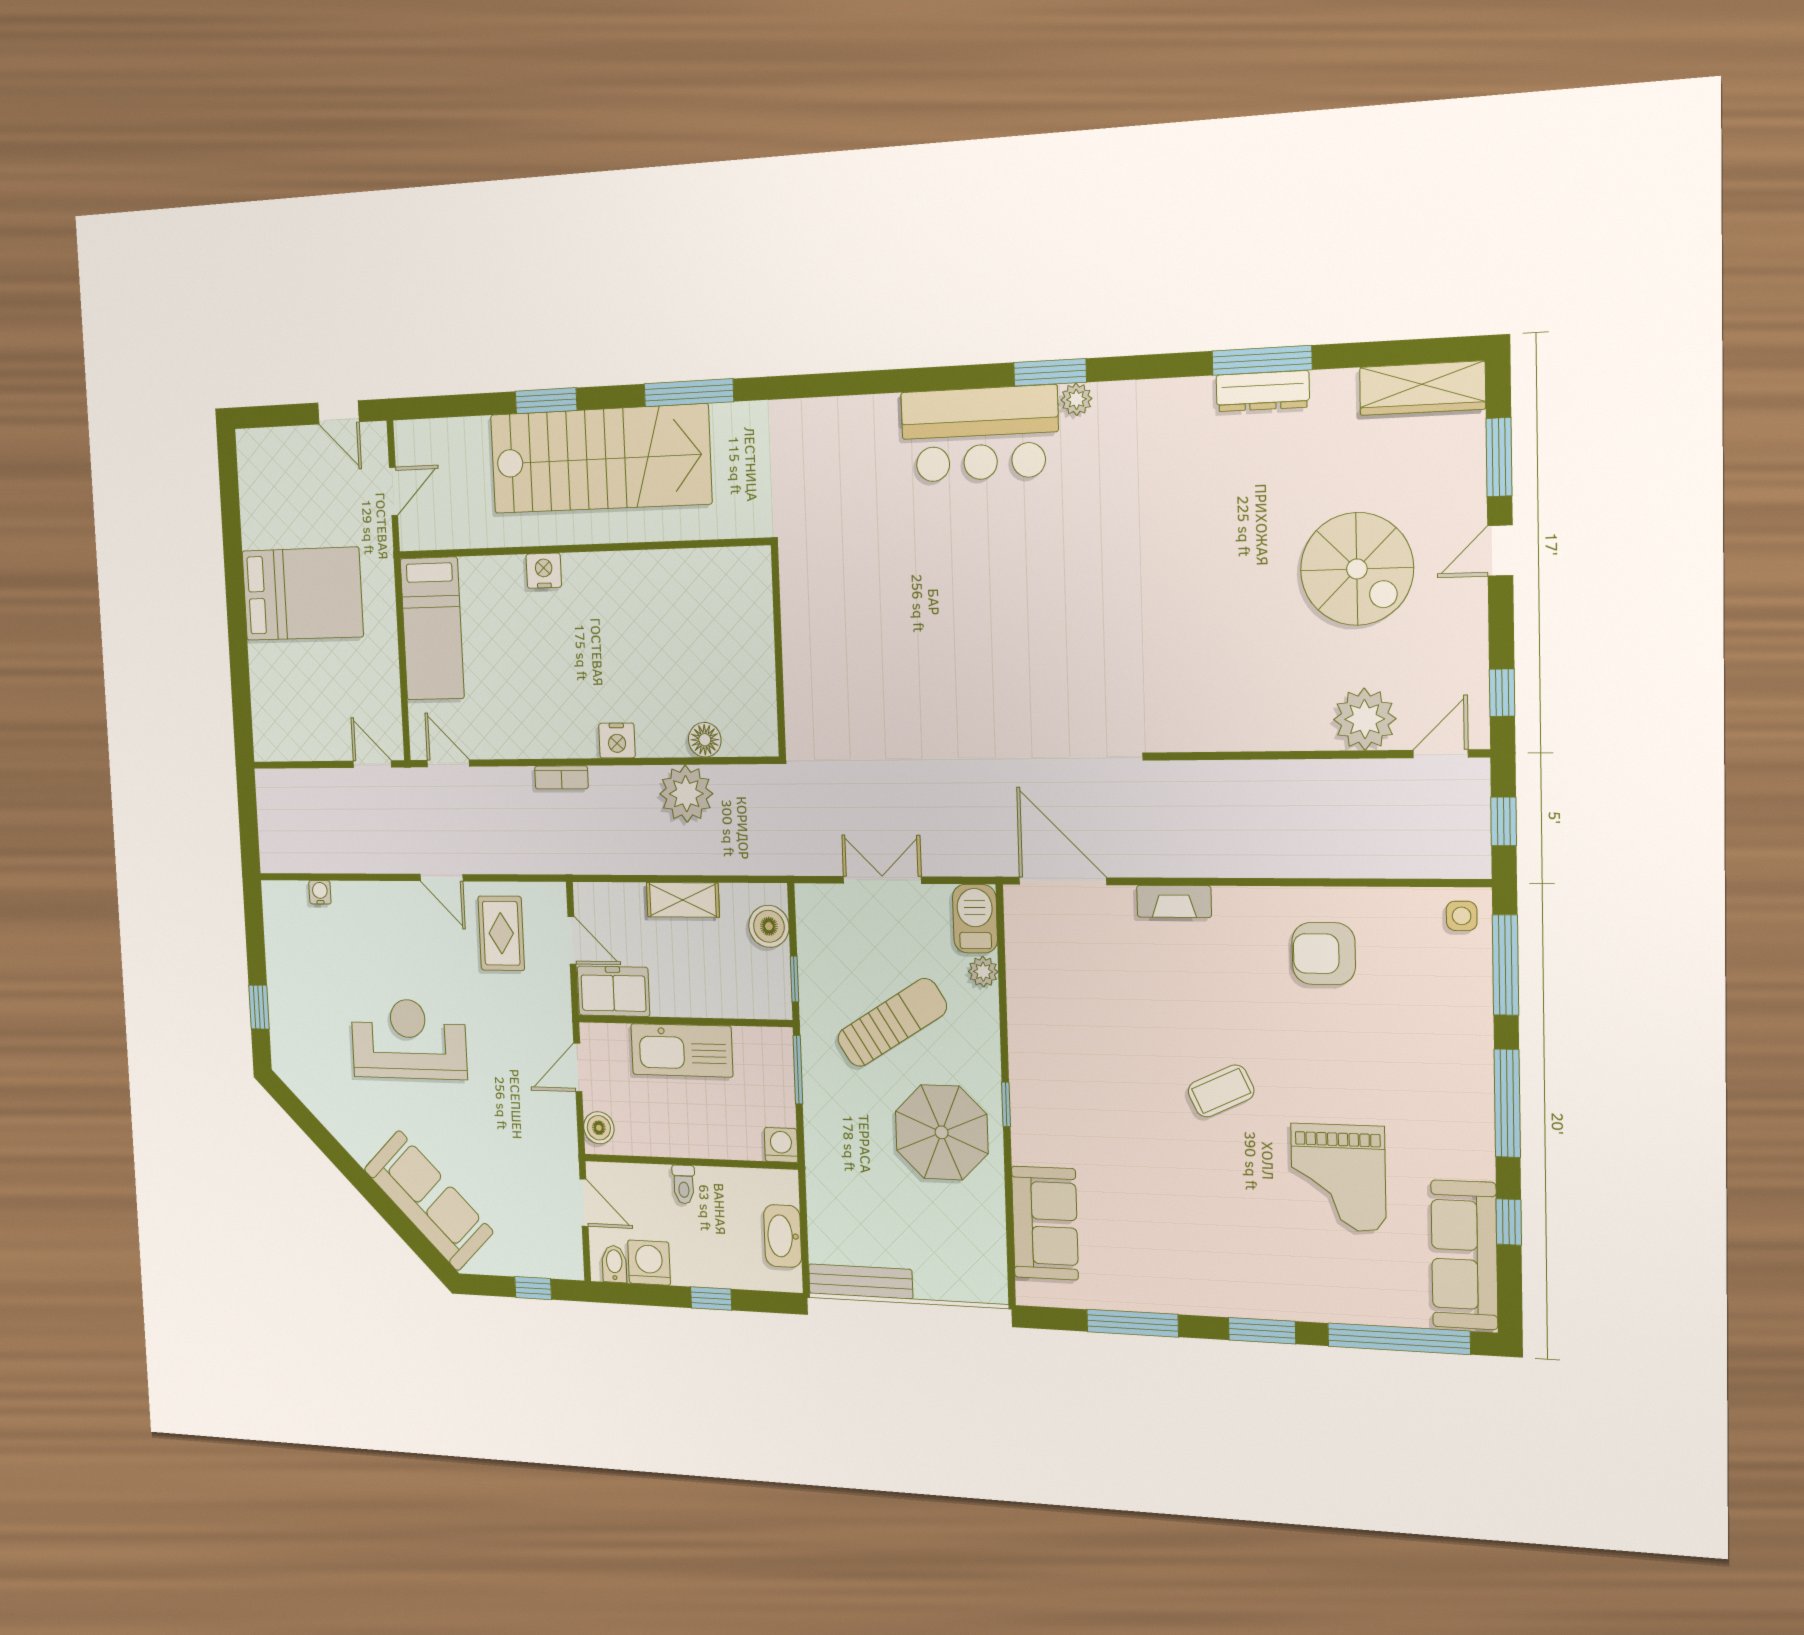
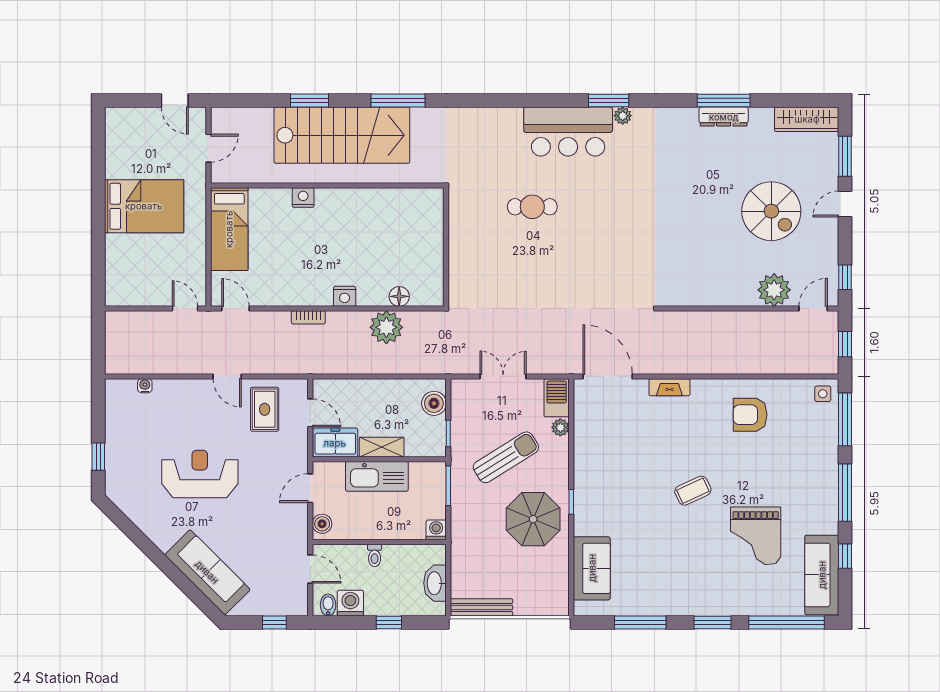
cafe table: (922, 575) -> (532, 207), added
shelving: (683, 900) -> (382, 447), moved

